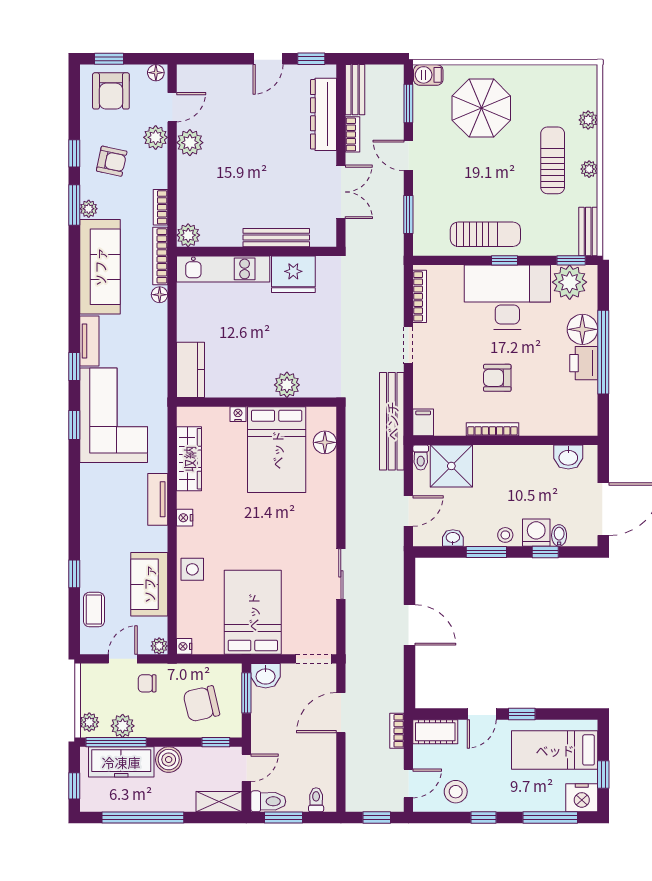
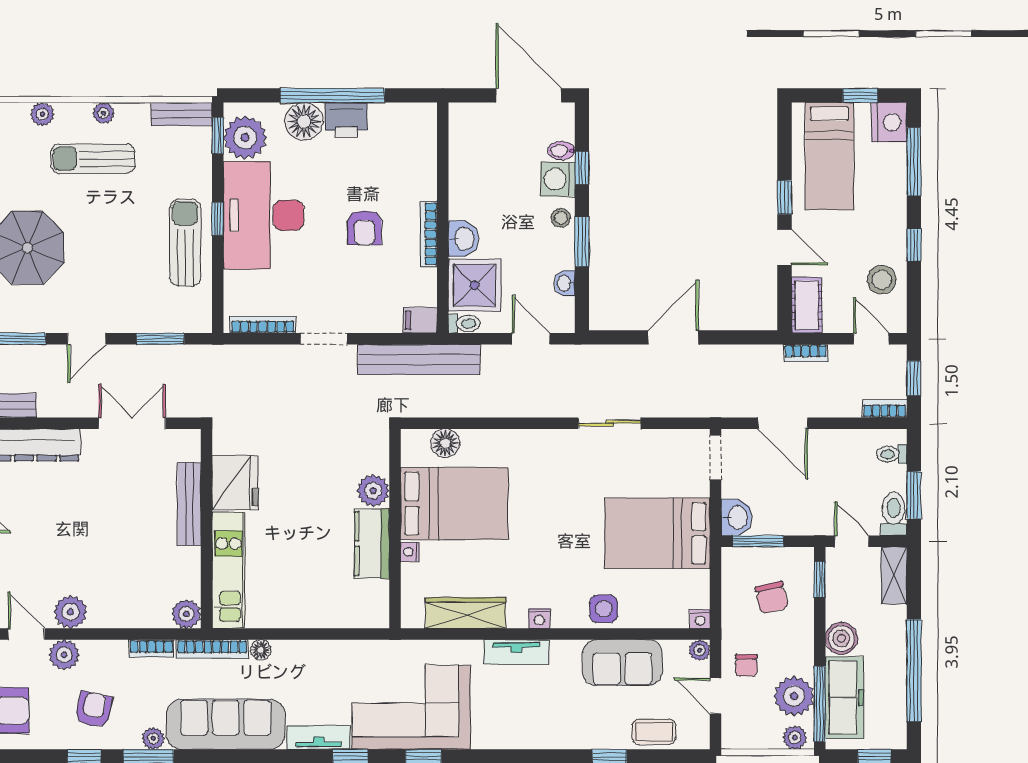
bookcase: (353, 134) -> (885, 409), moved
kitchen counter: (190, 370) -> (372, 544), moved, turned -90
washbasin: (568, 457) -> (463, 239), moved
chair: (201, 704) -> (772, 597), width x0.73, depth x0.73
plant: (123, 726) -> (794, 696), width x1.36, depth x1.36

